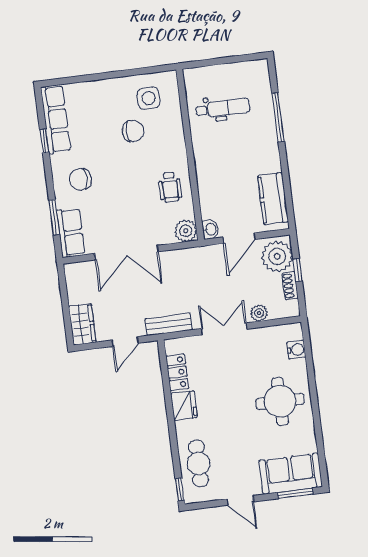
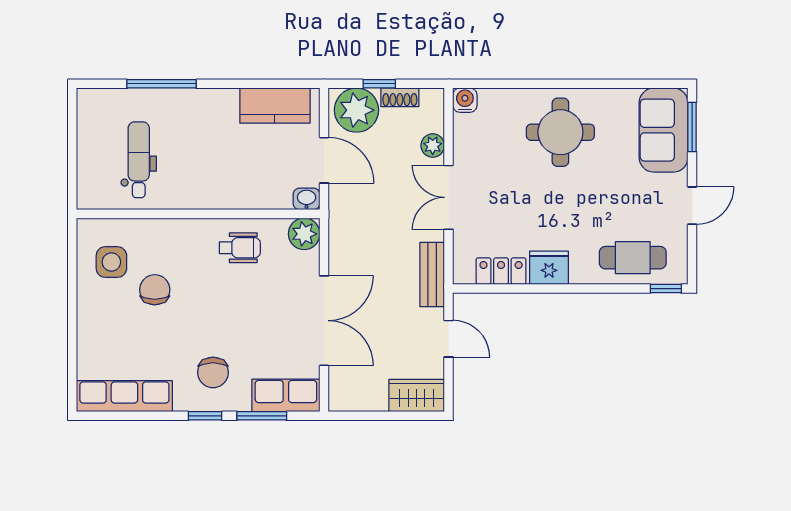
window: (44, 141) -> (205, 416), moved
water cooler: (296, 350) -> (465, 100), moved

